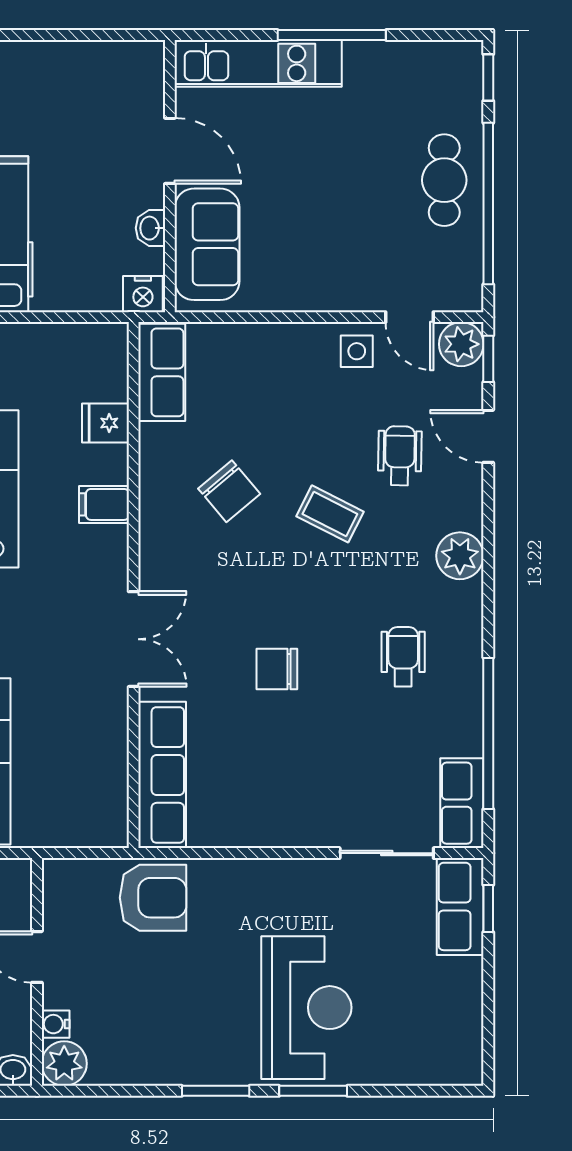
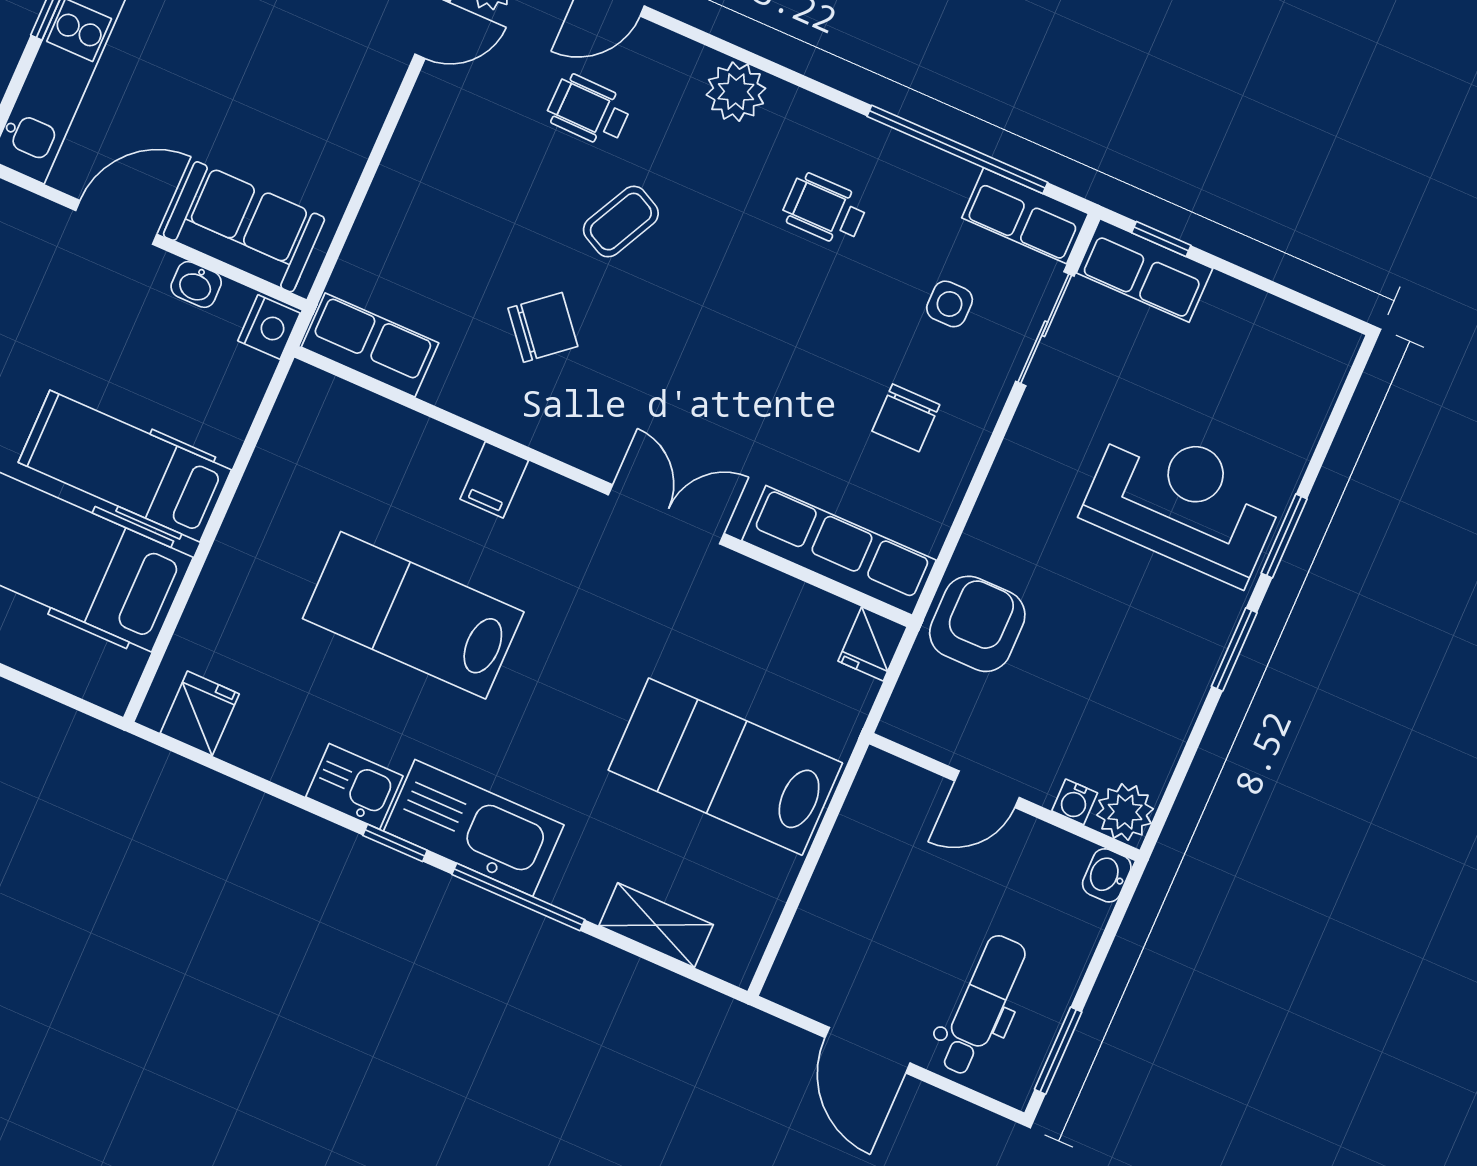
side table: (357, 351) -> (950, 304), moved
fridge: (105, 423) -> (873, 644), moved
chair: (277, 669) -> (906, 418), moved

